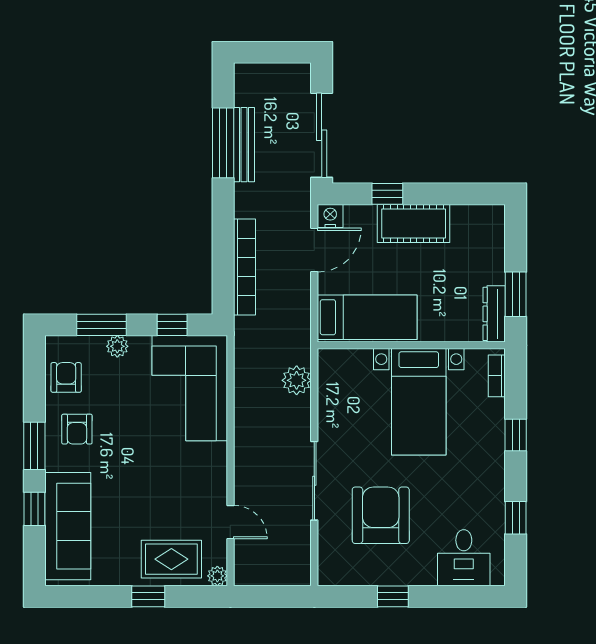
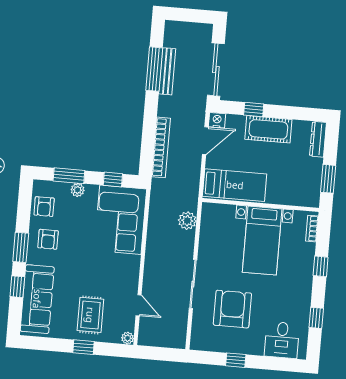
dresser: (494, 314) -> (318, 139), moved
armchair: (66, 377) -> (44, 207), turned 180
rug: (171, 559) -> (90, 315), moved, turned 90

